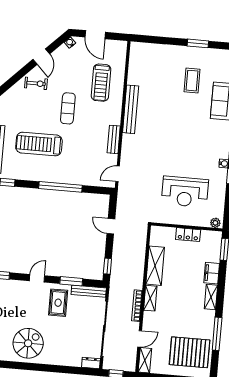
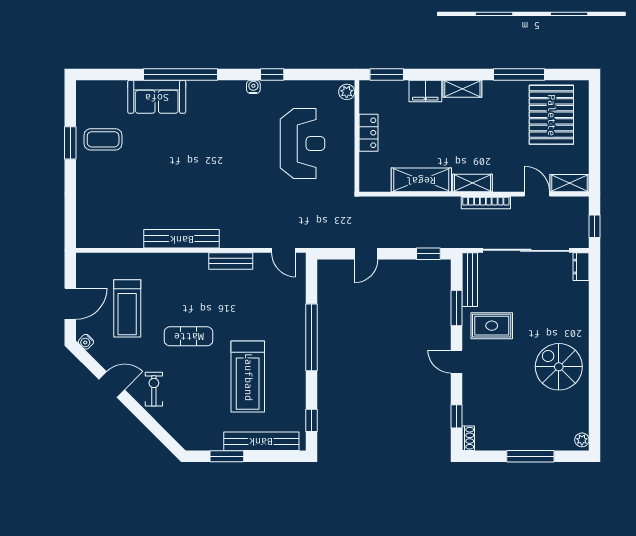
coffee table: (192, 81) -> (103, 139), moved
treadmill: (101, 83) -> (127, 308), moved, turned 90

